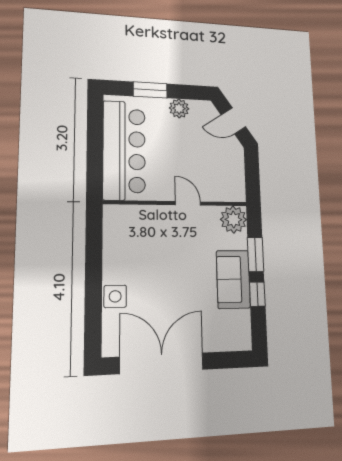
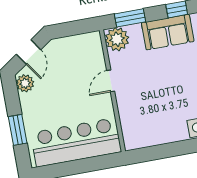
plant: (179, 108) -> (25, 83), moved
window: (256, 254) -> (130, 18), moved

